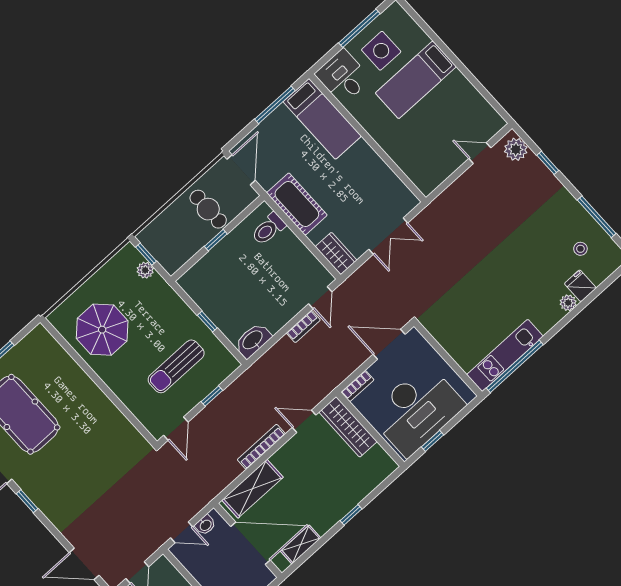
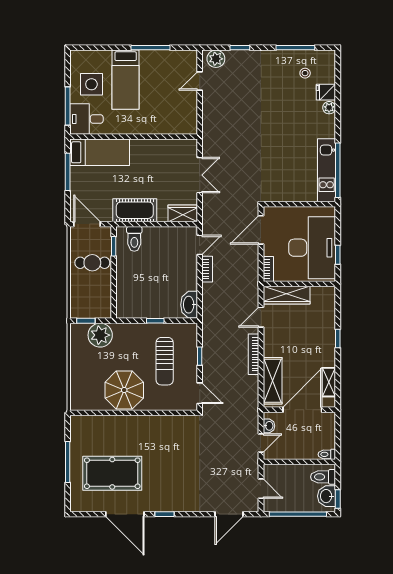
window: (359, 28) -> (68, 106), moved
window: (469, 76) -> (151, 48), added
window: (216, 240) -> (114, 246), moved
plant: (145, 270) -> (100, 335), width x1.88, depth x1.88
door: (320, 298) -> (200, 245), hinge flipped
parasol: (102, 330) -> (124, 390), moved

